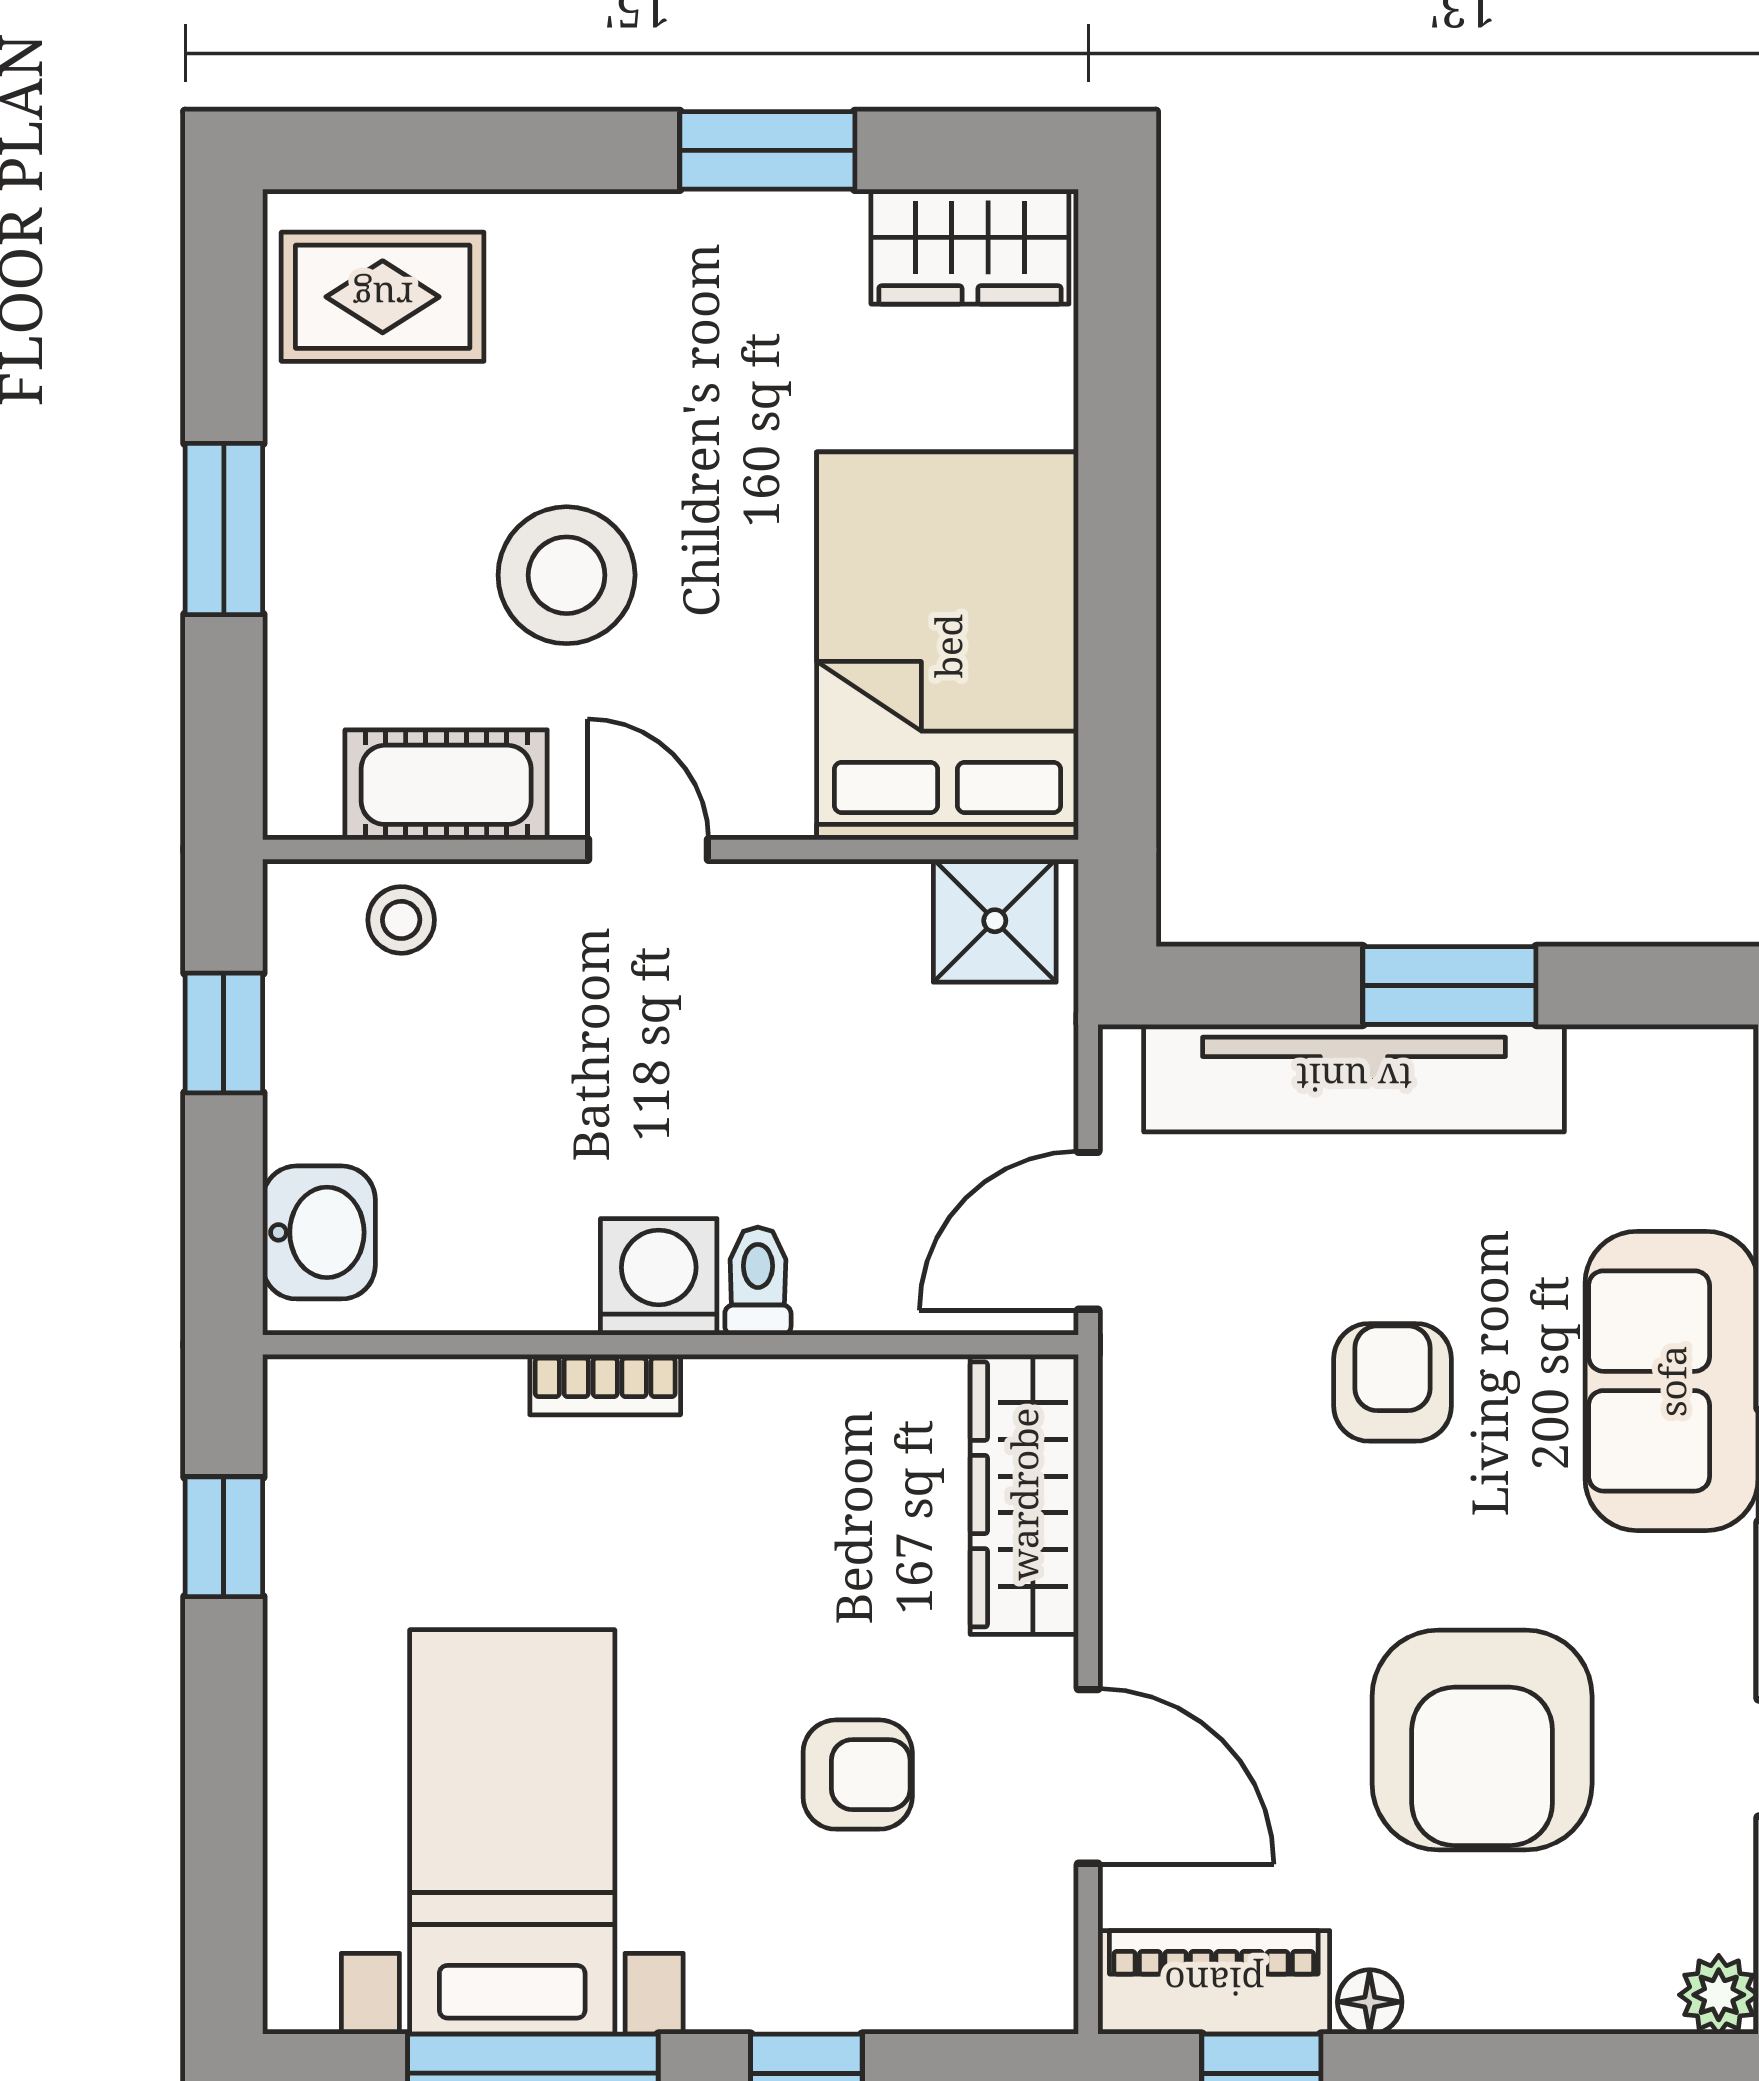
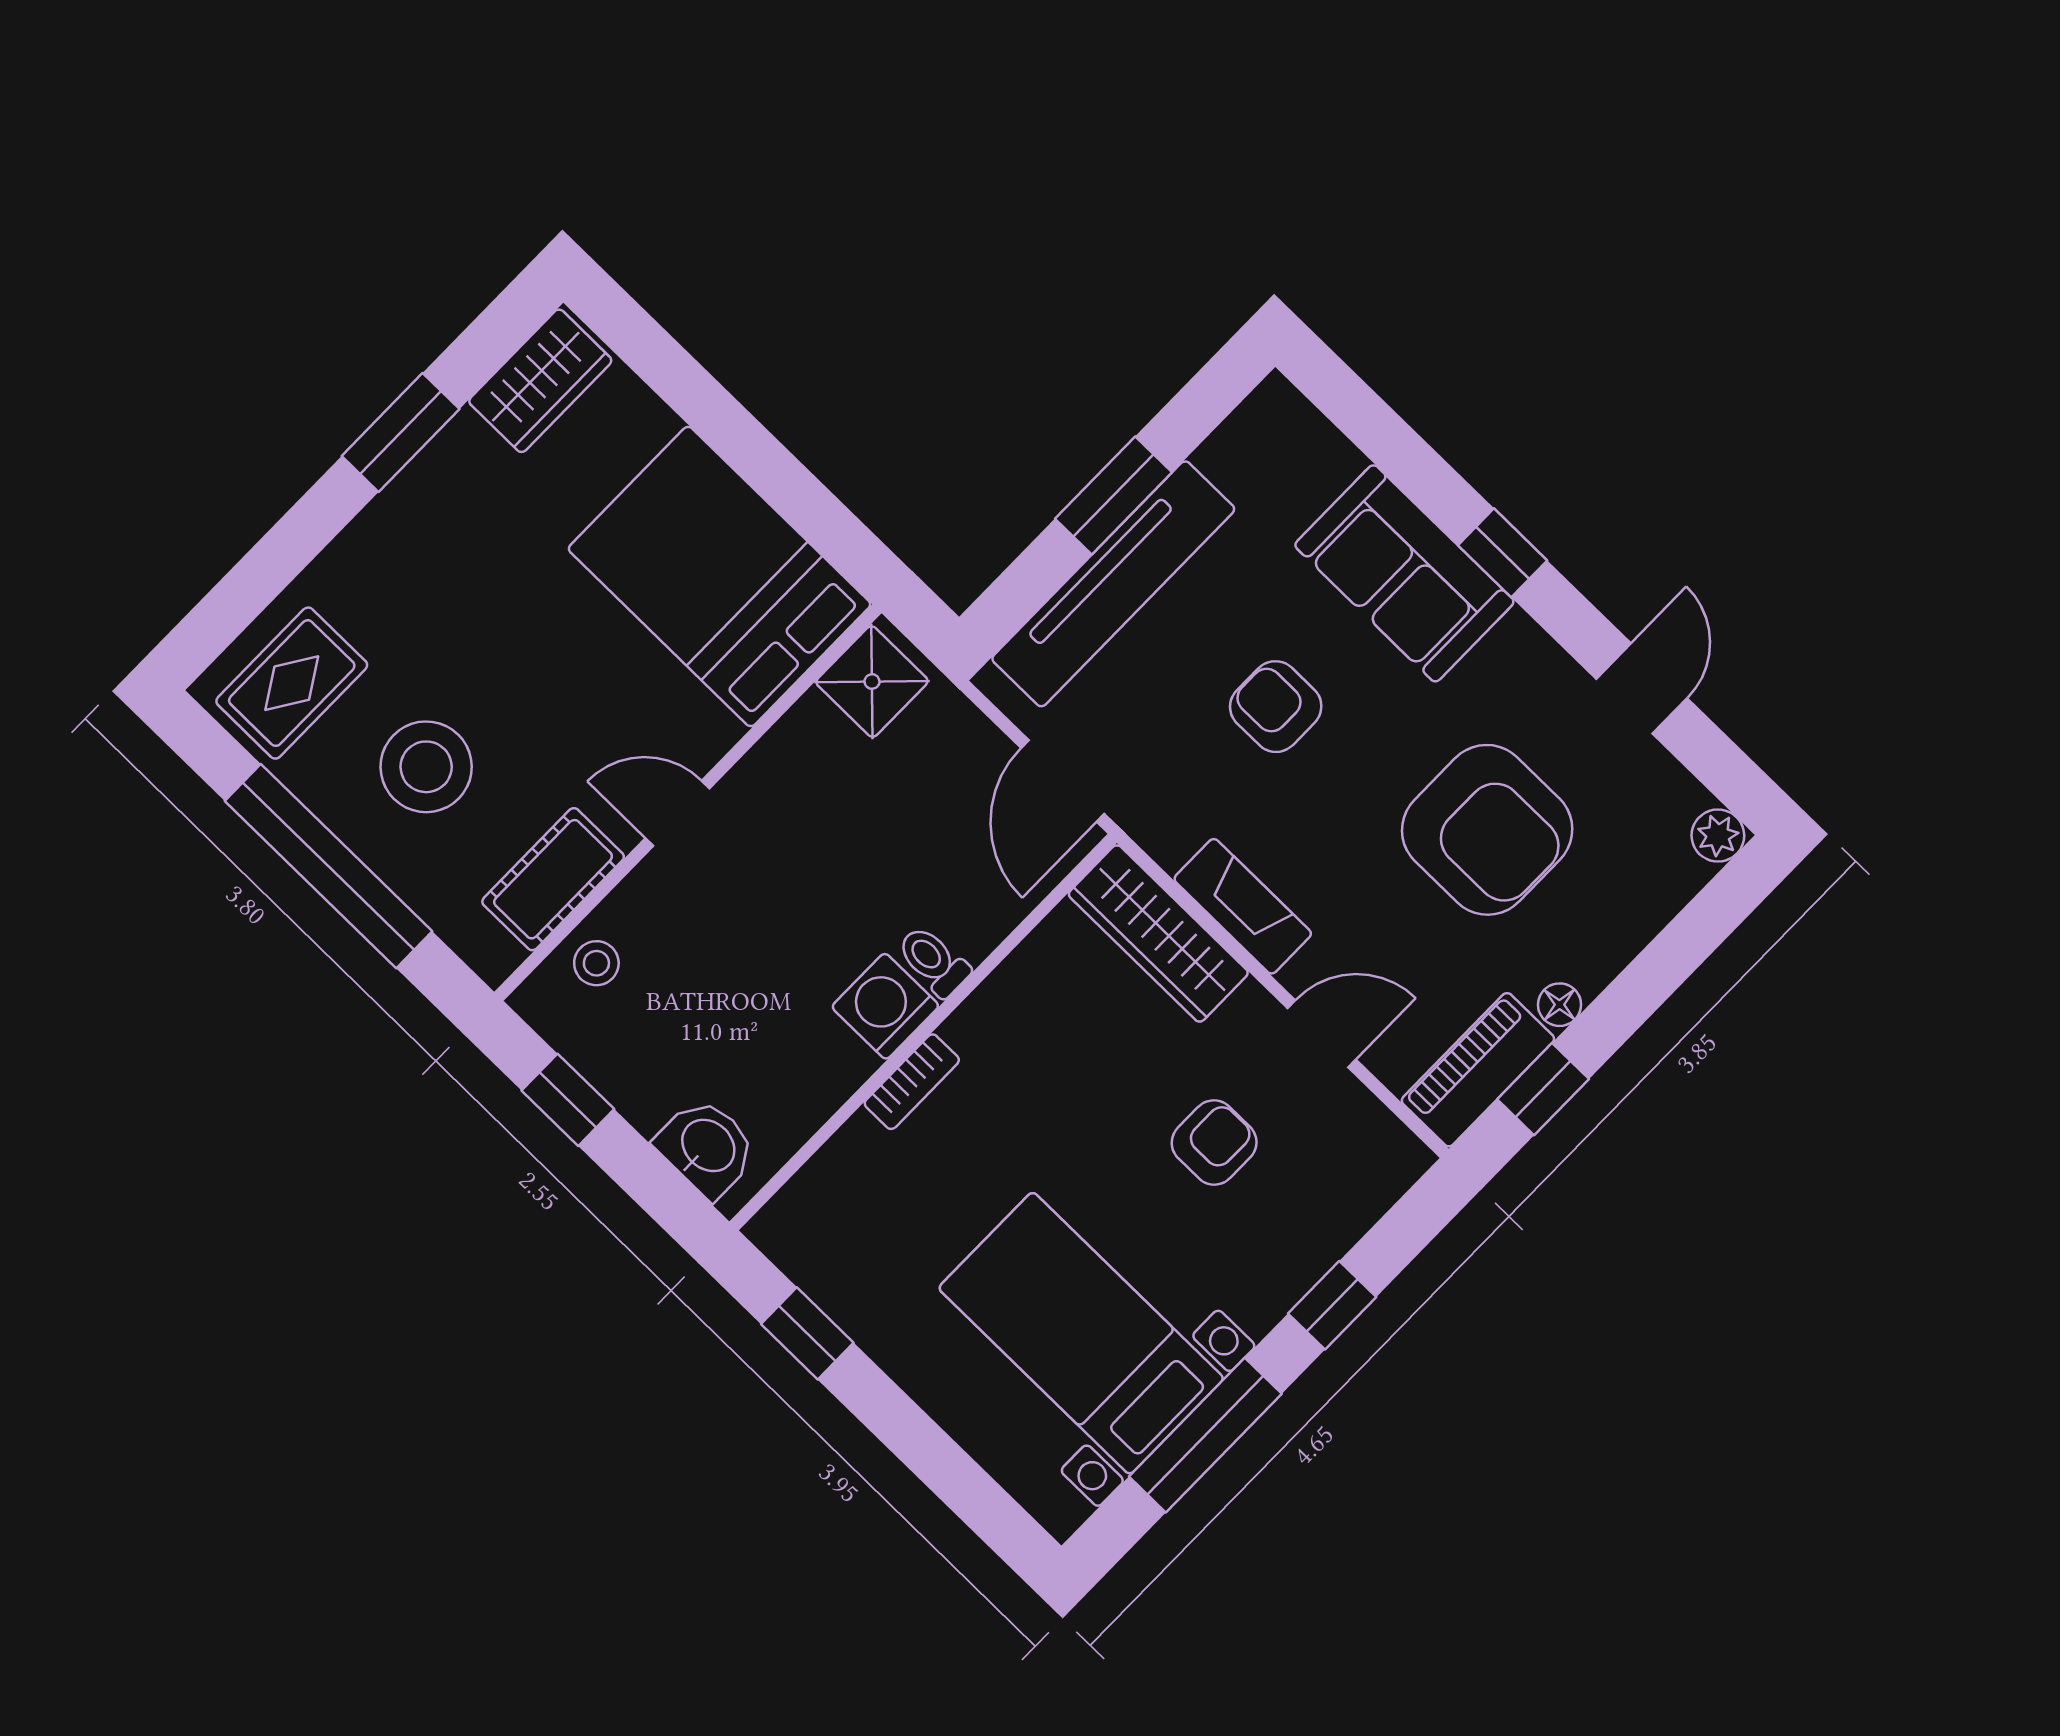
window: (224, 529) -> (328, 866), width x2.11
stool: (567, 575) -> (426, 767), moved
fireplace: (1143, 1557) -> (1243, 906), added
door: (1088, 1776) -> (1322, 1034), width x0.73

